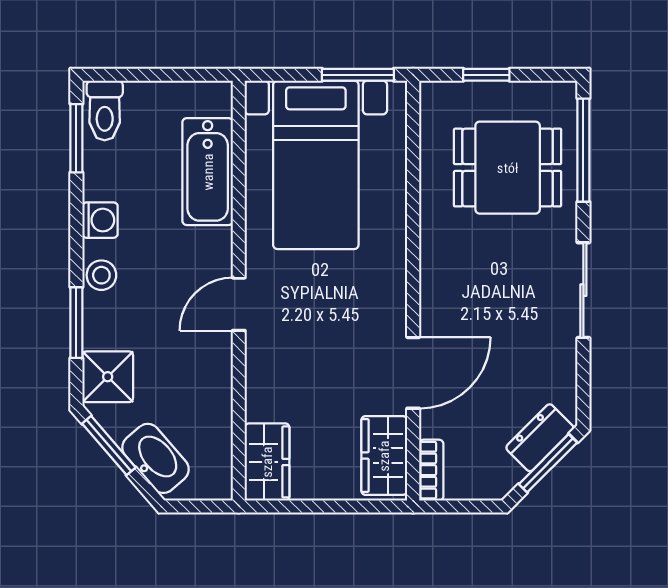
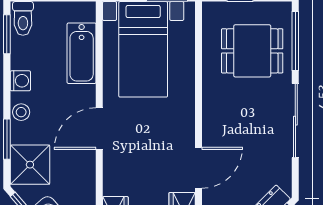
sliding door: (583, 290) -> (295, 121), width x1.37
door: (239, 304) -> (99, 129), width x1.38
shower: (108, 377) -> (30, 165), width x1.36, depth x1.36

